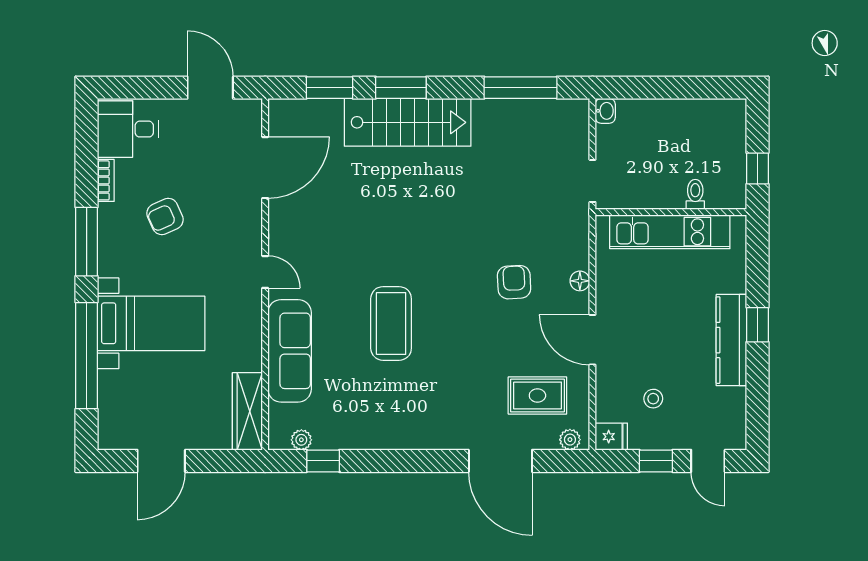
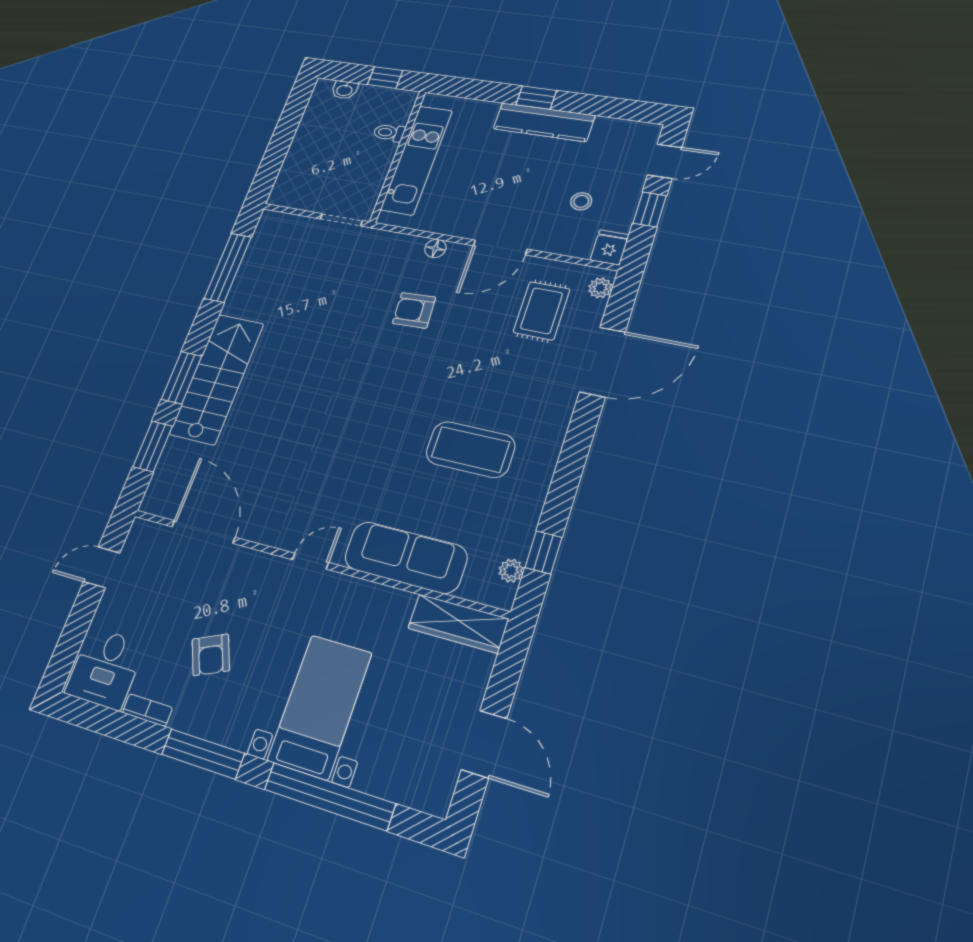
door: (210, 88) -> (102, 567), width x0.73
washbasin: (605, 111) -> (345, 90), moved, turned 180
coffee table: (391, 323) -> (470, 449), moved

